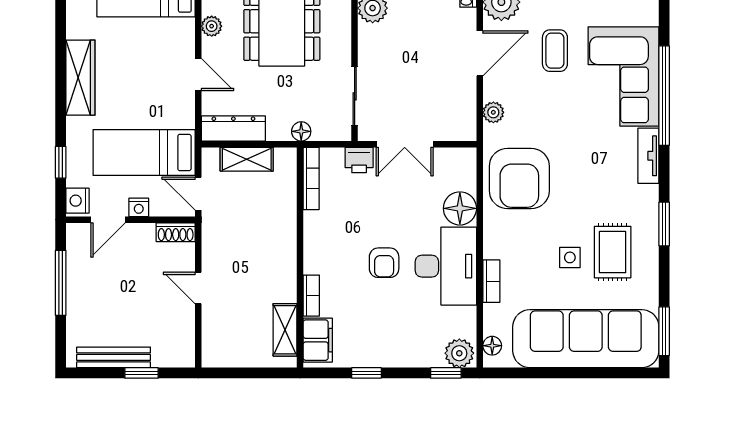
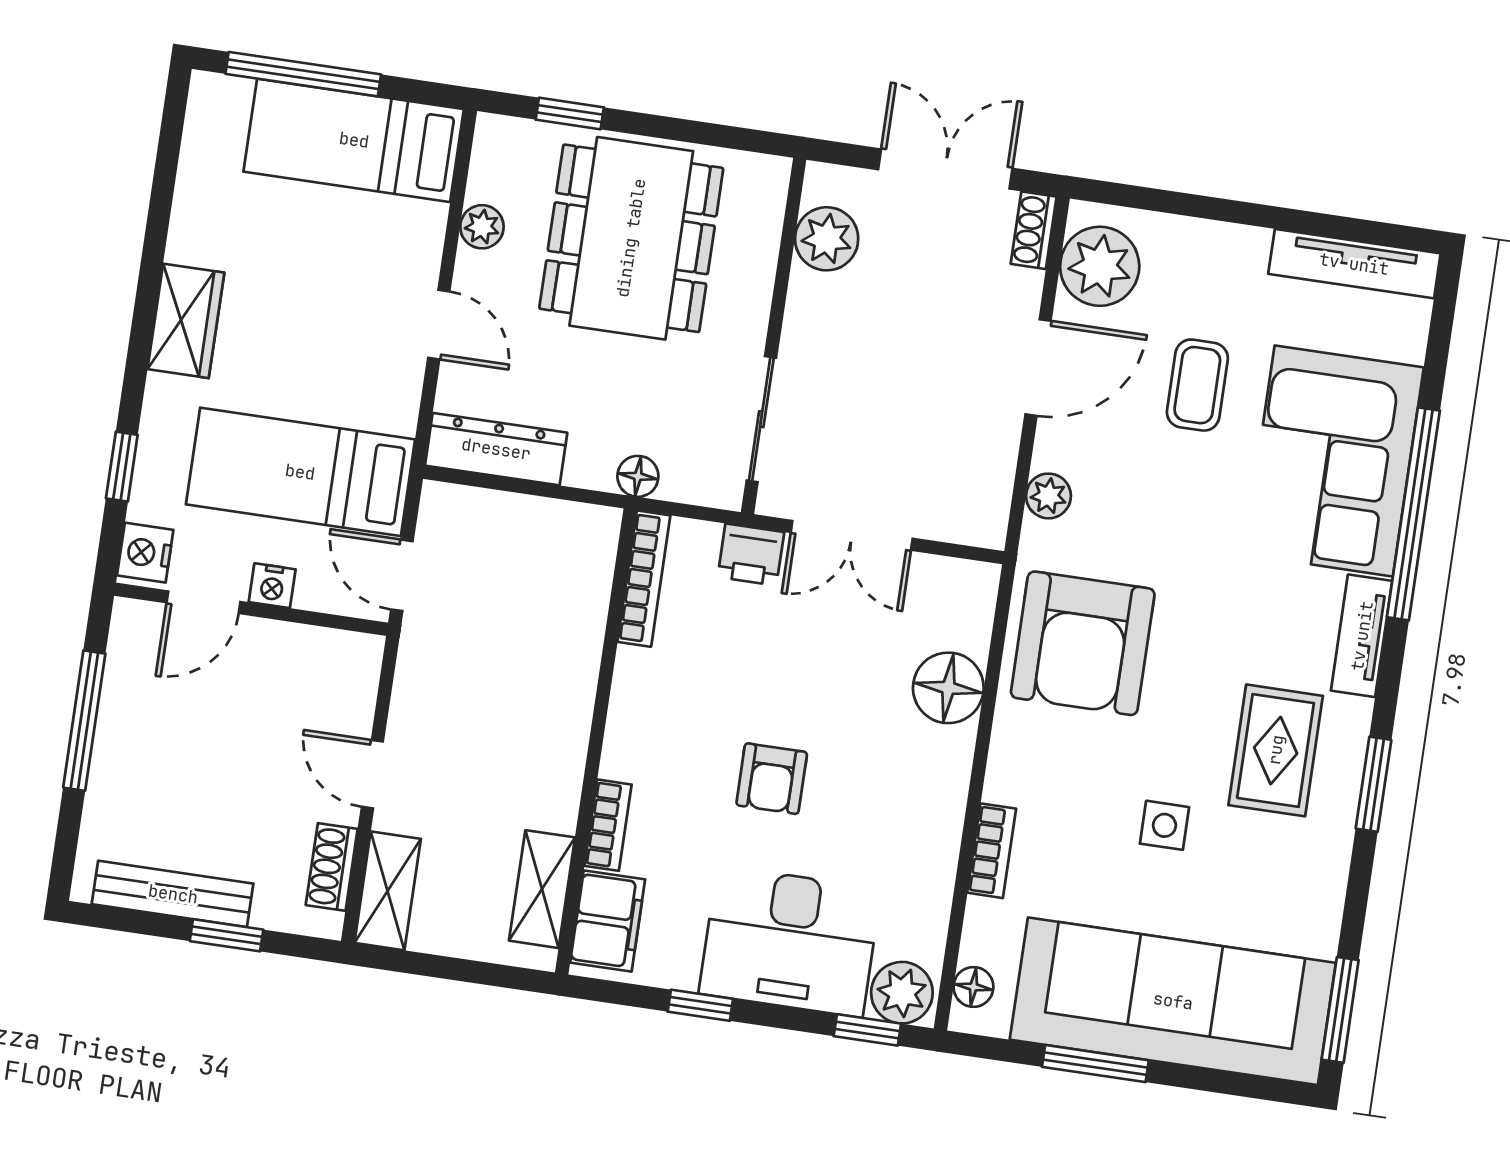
wardrobe: (80, 78) -> (186, 321), width x0.67
shelving: (247, 159) -> (388, 891), moved, turned 90
shoe rack: (176, 232) -> (332, 867), moved, turned 90
rug: (613, 252) -> (1276, 750), moved
desk: (446, 266) -> (790, 941), moved, turned 90
window: (554, 373) -> (1095, 1064), added

